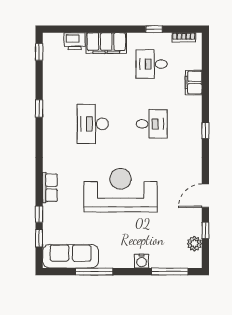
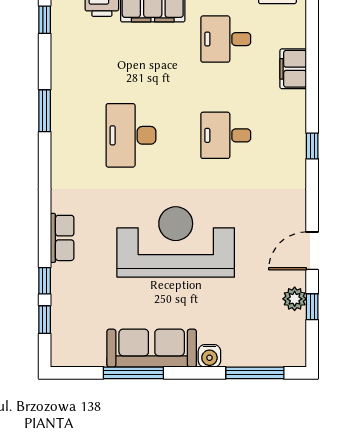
window: (39, 109) -> (45, 111), width x1.50
desk: (152, 124) -> (226, 135), turned 180
plant: (194, 244) -> (295, 299), moved
sofa: (71, 256) -> (152, 348), moved

